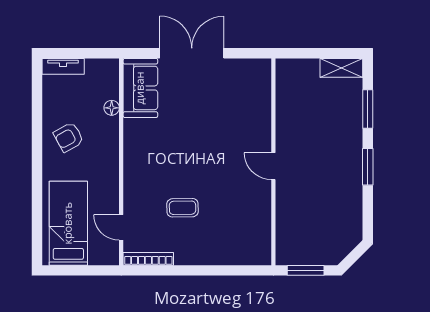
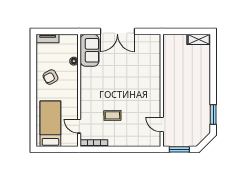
double door: (192, 53) -> (117, 31), swing flipped
window: (368, 109) -> (213, 62), removed
door: (273, 166) -> (162, 124), moved
window: (368, 167) -> (213, 114), moved

